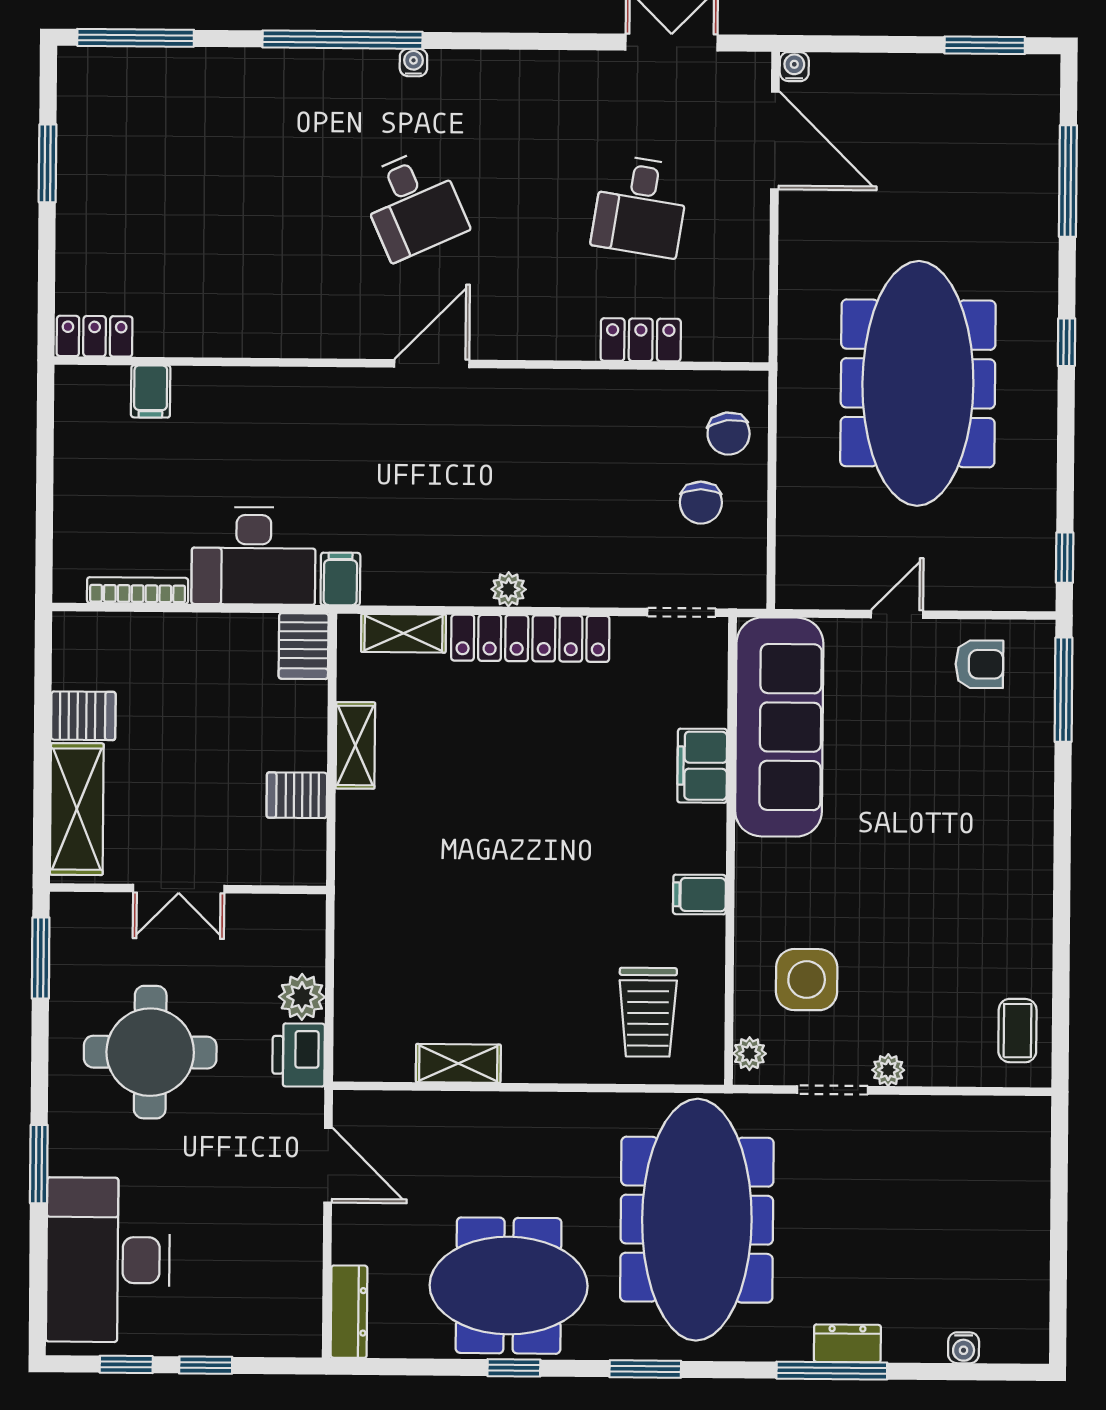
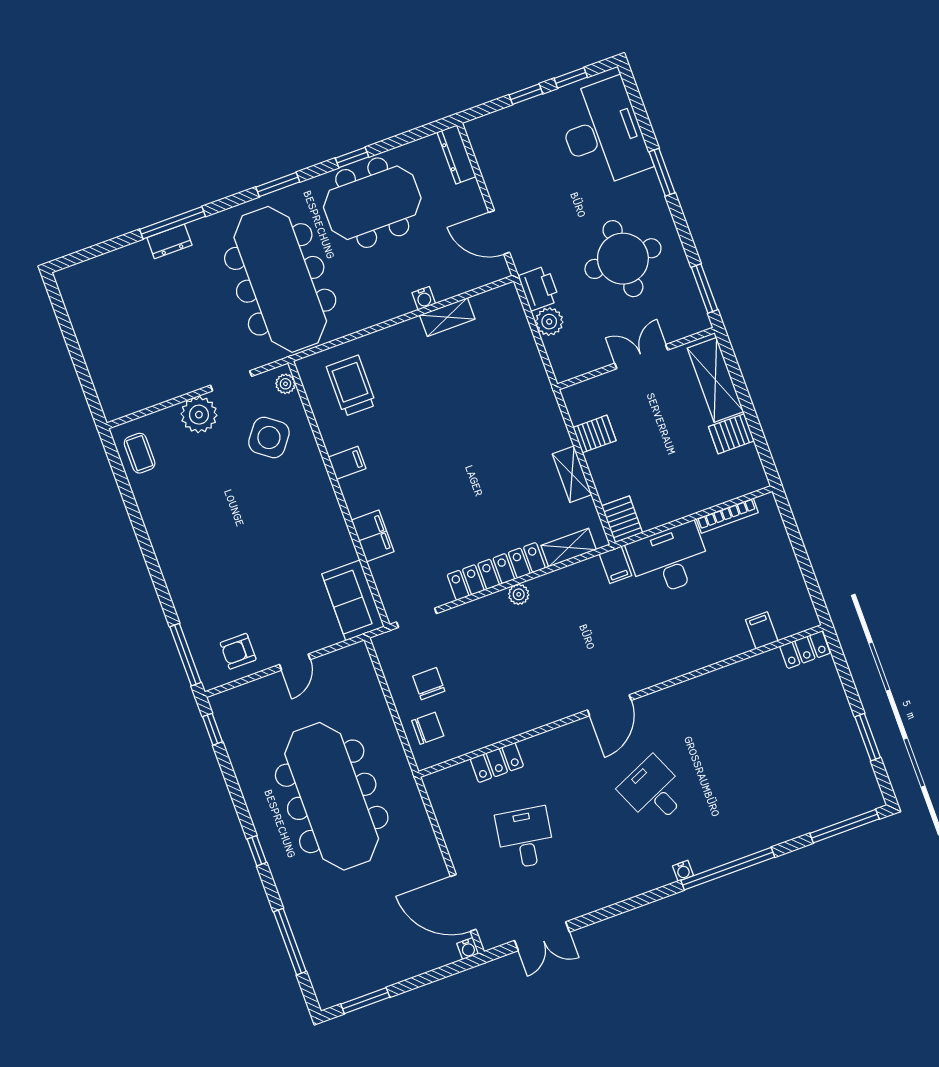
chair: (729, 434) -> (428, 728), turned 98
sofa: (779, 727) -> (353, 600), width x0.54, depth x0.79
side table: (807, 980) -> (269, 437), turned 37
plant: (888, 1070) -> (199, 415), width x1.88, depth x1.88
water cooler: (964, 1348) -> (424, 298), moved, turned 180

